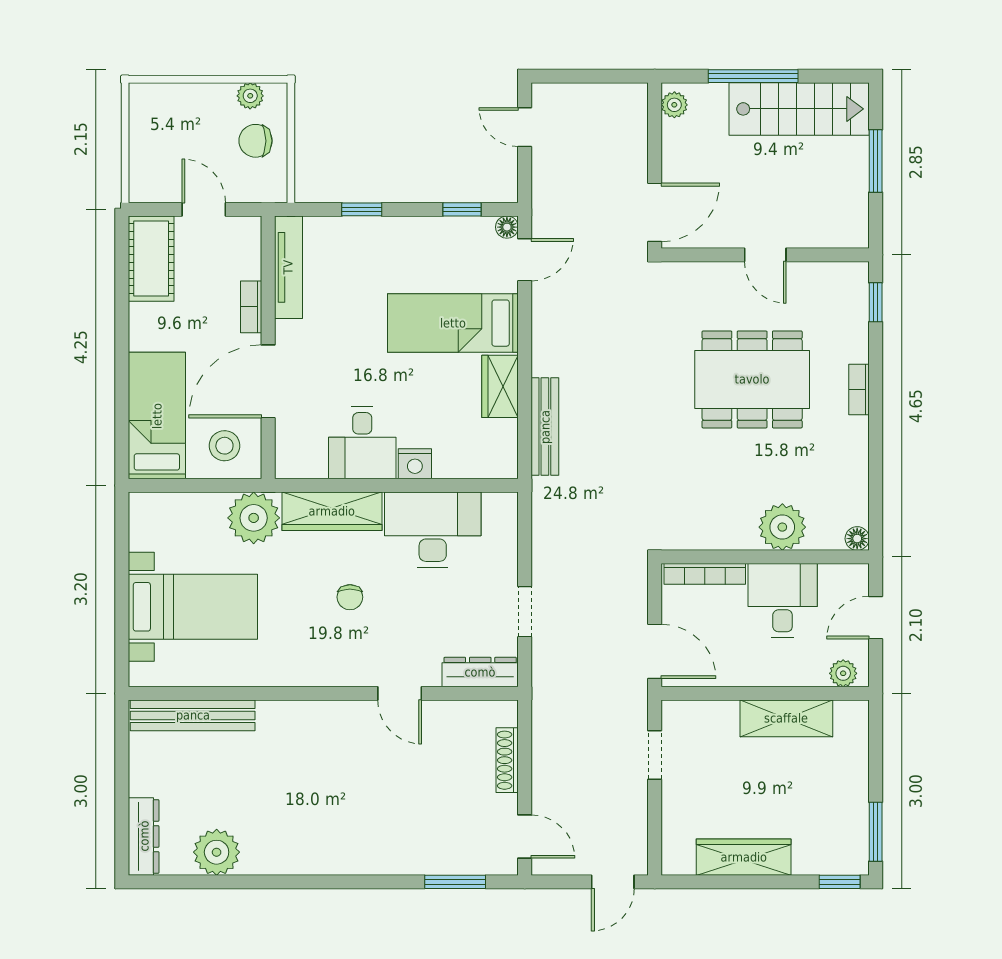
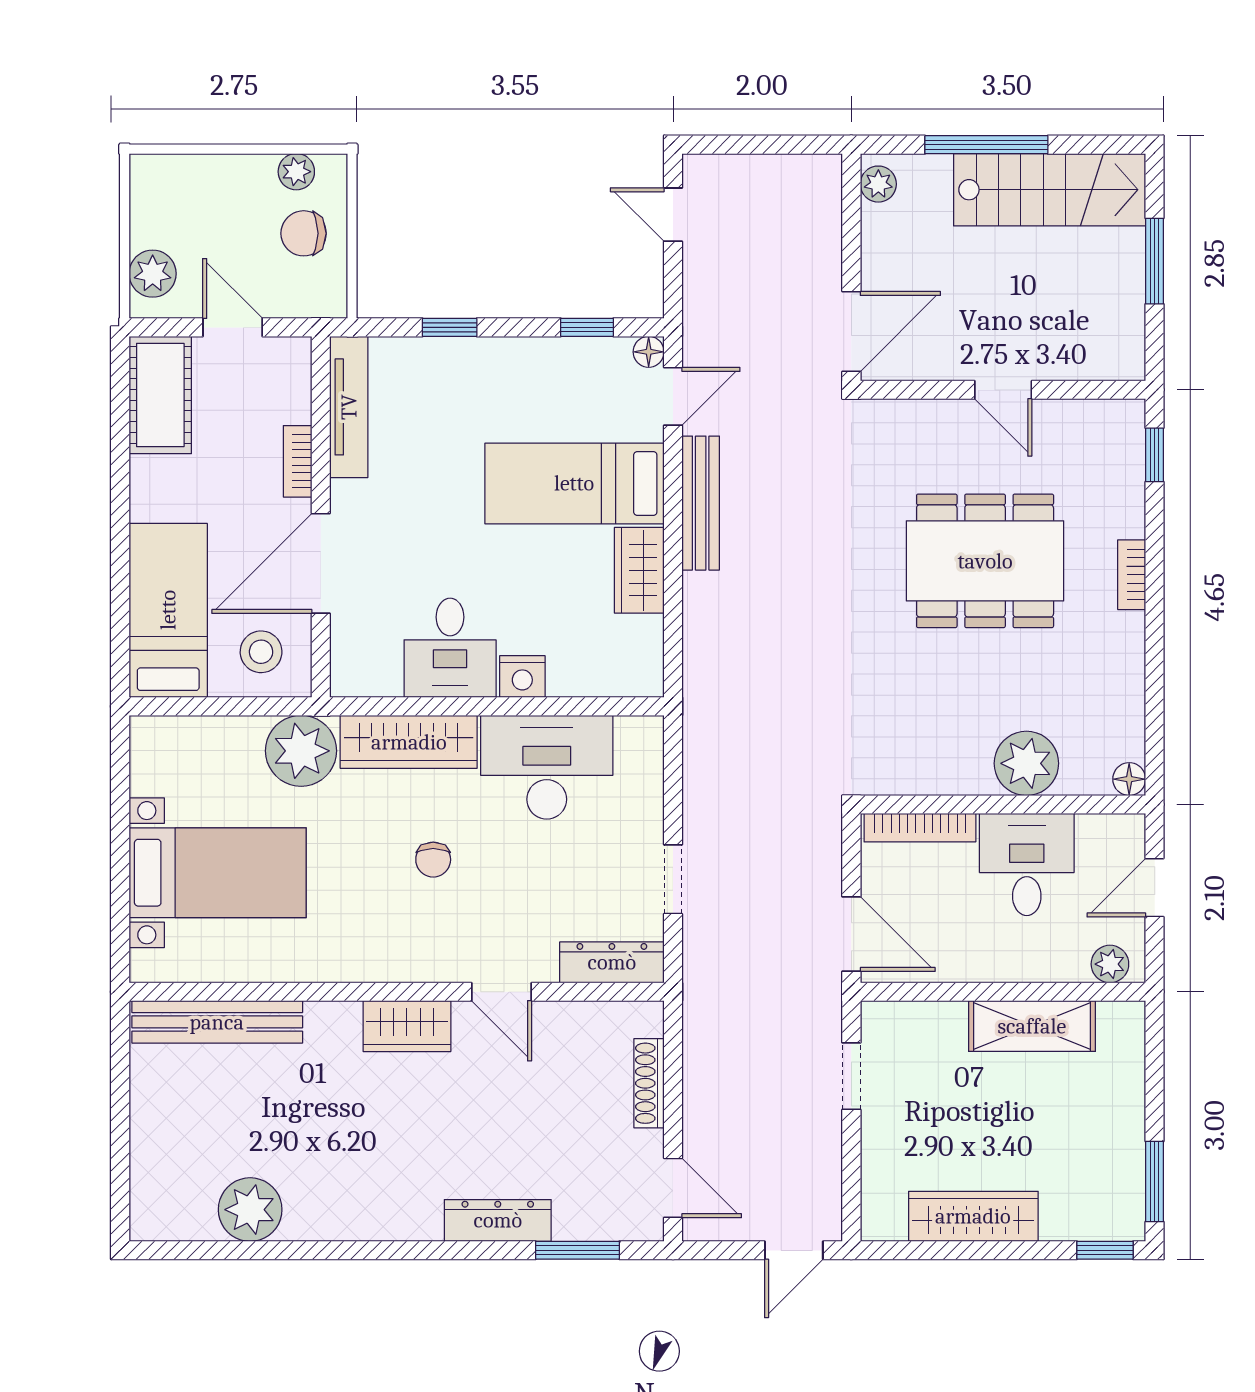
plant: (145, 170) -> (153, 274), added
bench: (545, 427) -> (701, 503), moved
wardrobe: (331, 718) -> (407, 1026), added
dresser: (144, 836) -> (498, 1220), moved, turned -90

